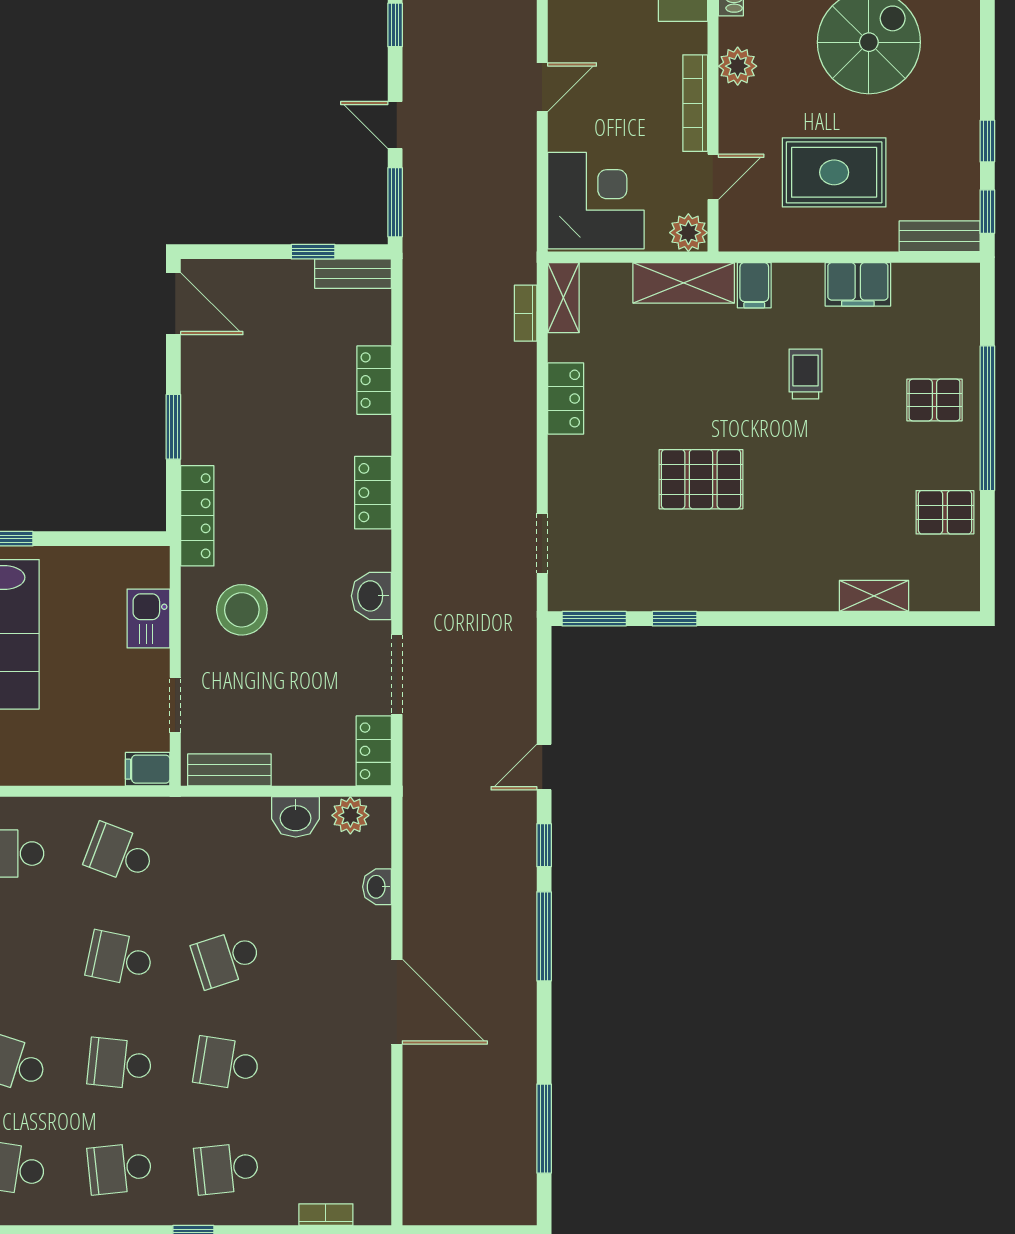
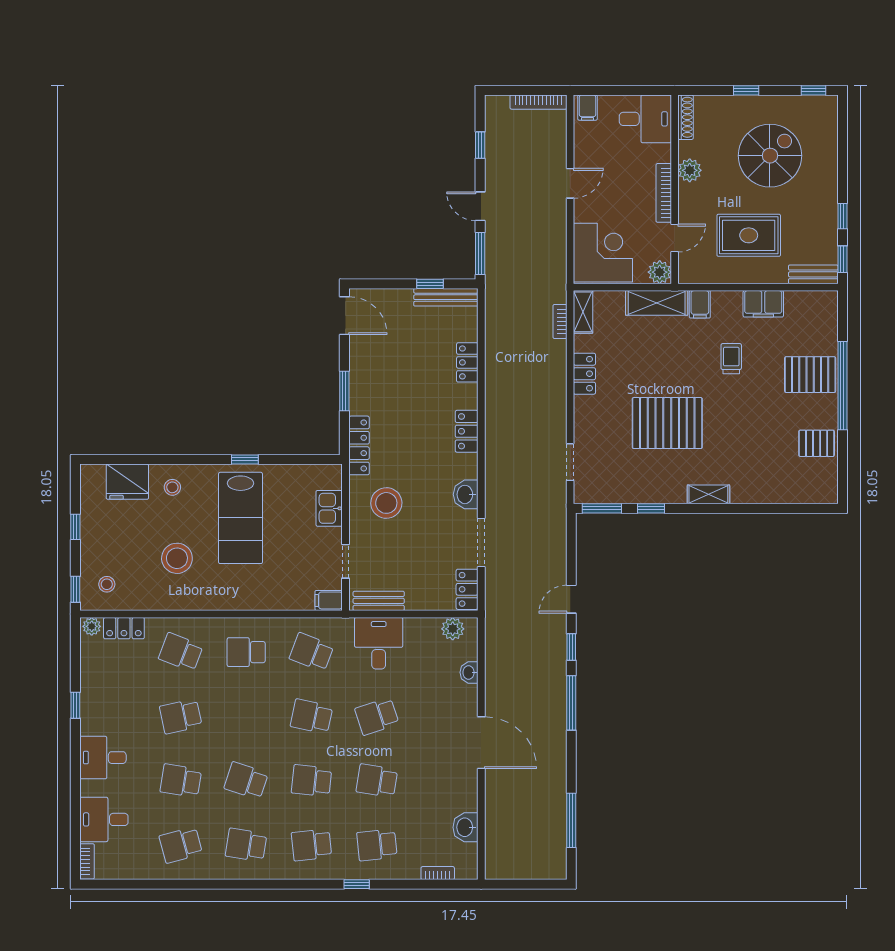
bench: (353, 274) -> (446, 297), width x1.36
pallet: (934, 400) -> (810, 375), width x1.50, depth x1.42
pallet: (701, 479) -> (667, 423), width x1.37, depth x1.41
shelving: (874, 596) -> (708, 494), moved
washbasin: (296, 817) -> (465, 827), moved, turned 90
desk: (229, 839) -> (379, 643), added

